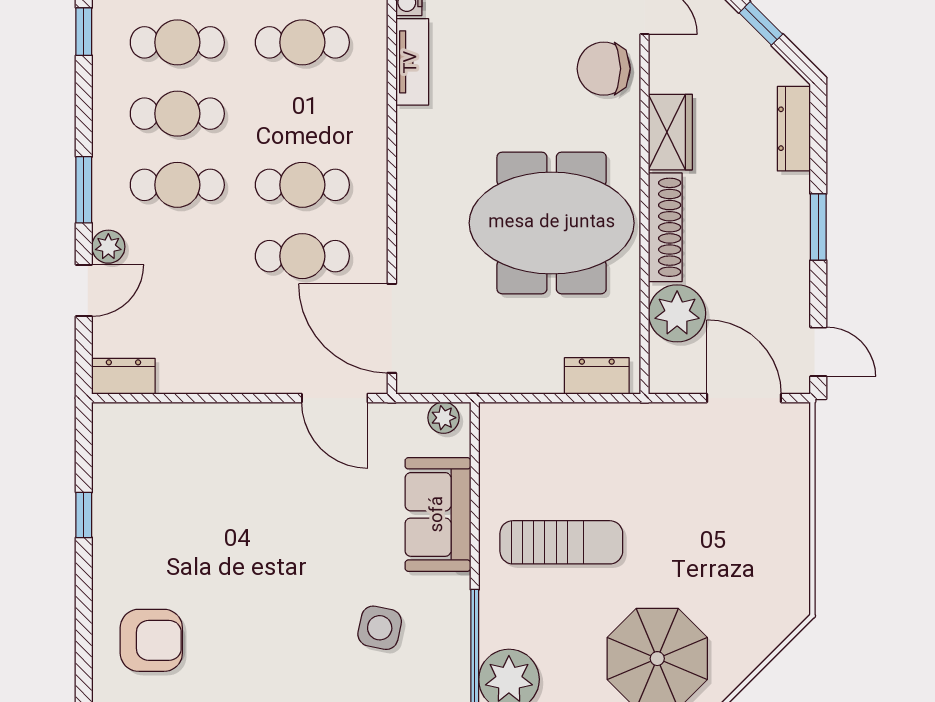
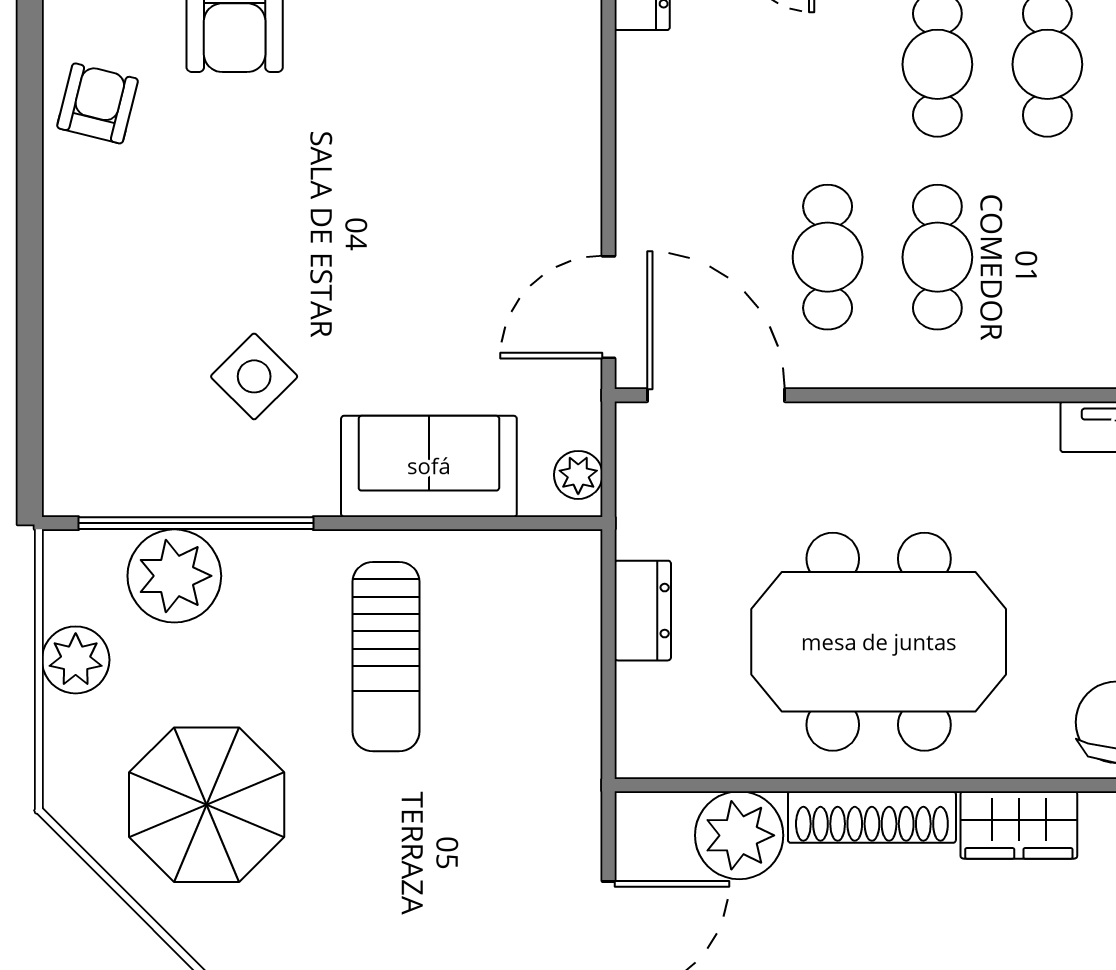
meeting table: (552, 223) -> (879, 642), turned 90
door: (392, 328) -> (716, 395), hinge flipped
dresser: (597, 376) -> (643, 611), moved
side table: (380, 628) -> (254, 376), turned 33

